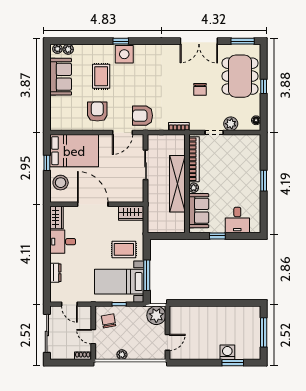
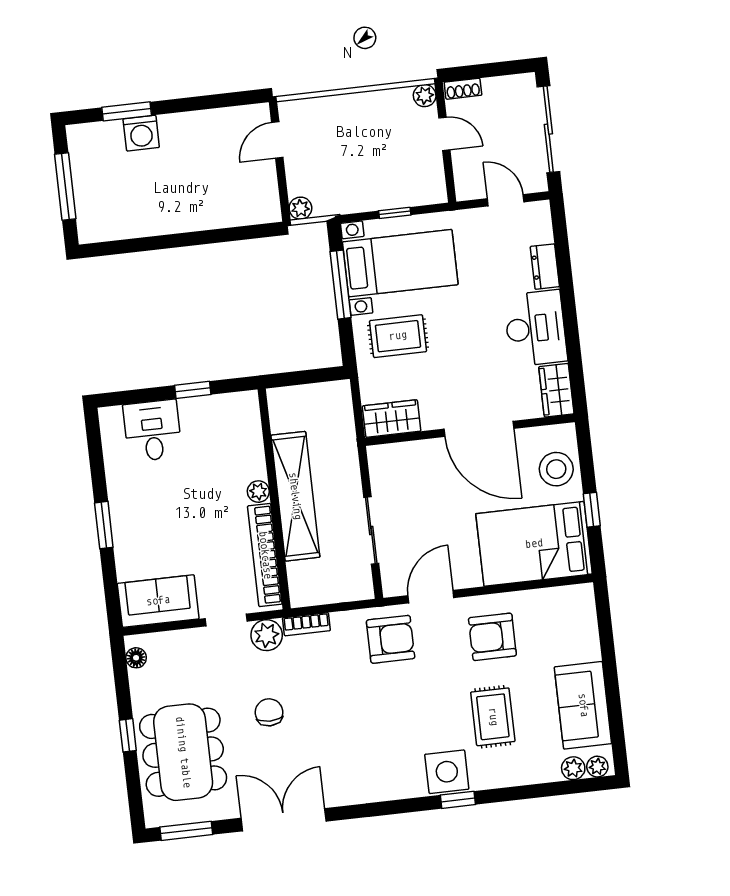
armchair: (97, 112) -> (492, 637), turned 90
plant: (231, 124) -> (267, 635), moved
sofa: (199, 211) -> (158, 601), moved, turned 90
desk: (63, 242) -> (535, 328), width x1.37
plant: (156, 315) -> (300, 208), width x0.53, depth x0.53
chair: (109, 321) -> (414, 173), removed
plant: (122, 355) -> (425, 96), moved

